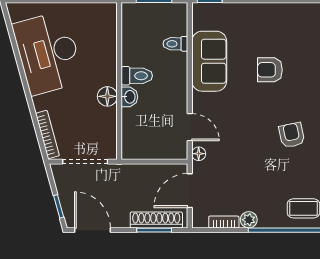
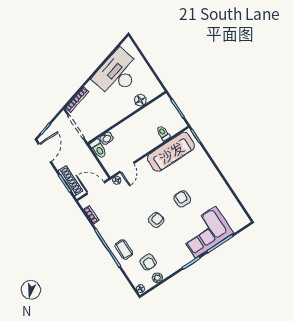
sofa: (209, 61) -> (171, 152), width x1.36
armchair: (270, 70) -> (182, 199), moved
toilet: (137, 76) -> (98, 149), moved
floor lamp: (107, 96) -> (140, 100), moved
washbasin: (129, 97) -> (106, 138), moved
plant: (249, 220) -> (101, 226), removed

